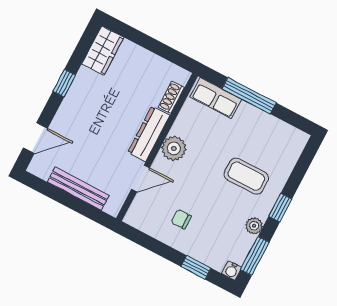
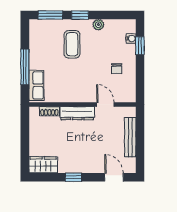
plant: (174, 148) -> (78, 94), removed
window: (255, 256) -> (50, 15), moved
water cooler: (232, 270) -> (131, 38), moved

